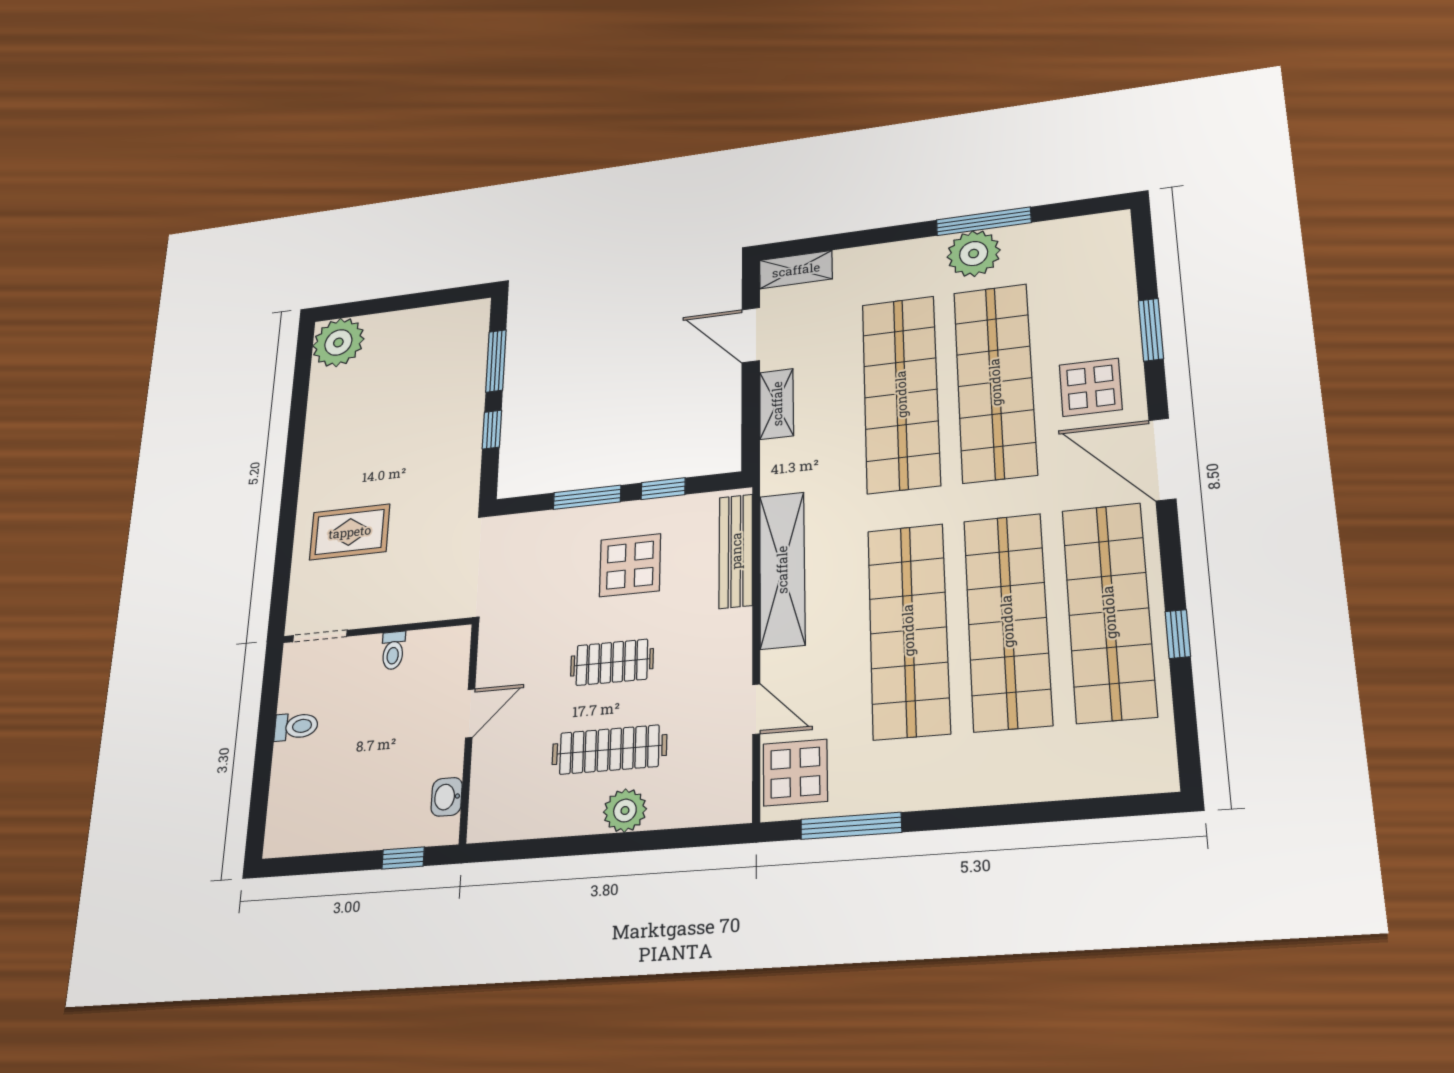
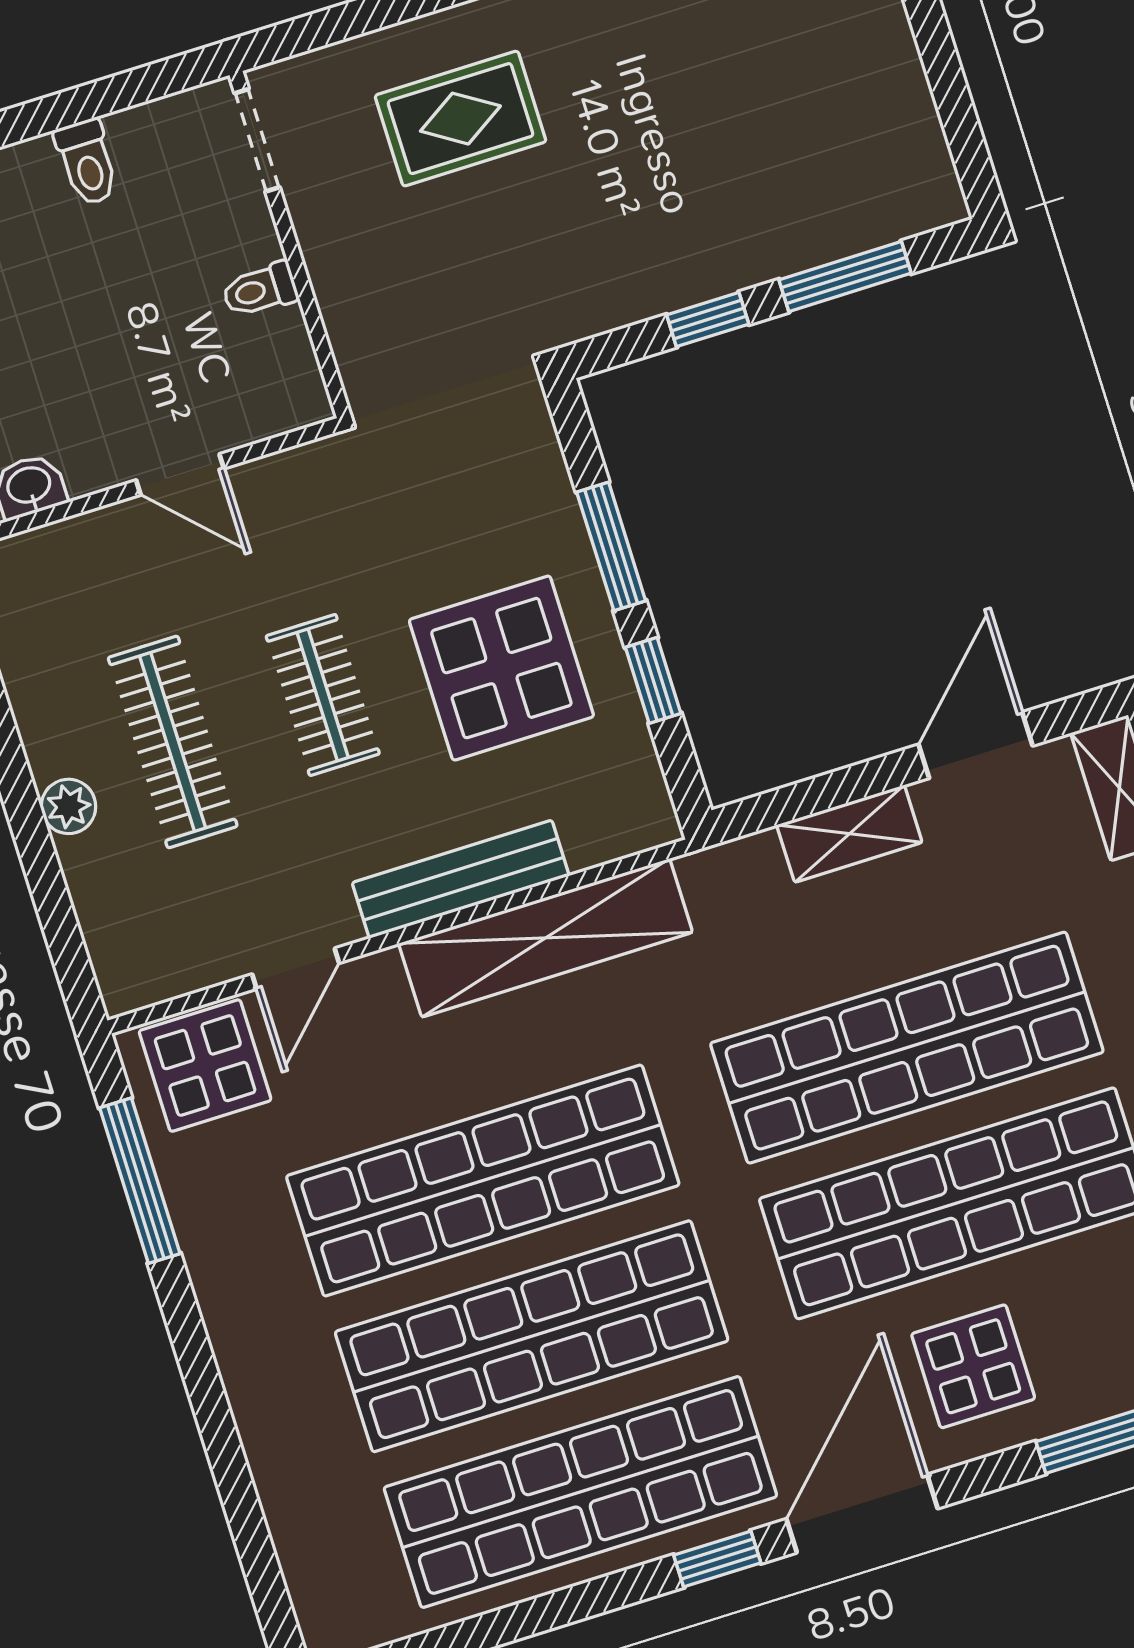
rug: (350, 532) -> (460, 119), turned 90
bench: (736, 551) -> (461, 879), moved
display table: (630, 565) -> (501, 668), width x1.36, depth x1.36
window: (1178, 634) -> (717, 1559), moved
plant: (625, 811) -> (69, 806), width x0.73, depth x0.73

